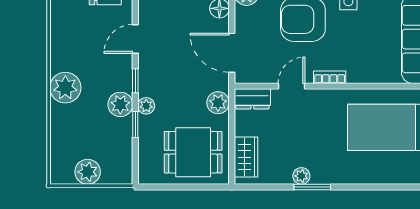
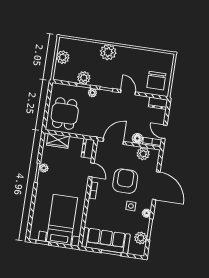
plant: (218, 103) -> (88, 130), removed
plant: (120, 104) -> (84, 78), moved

